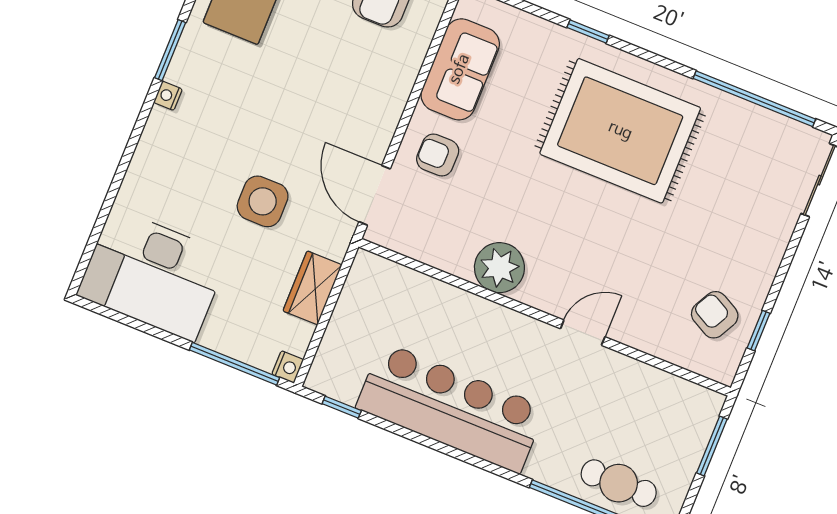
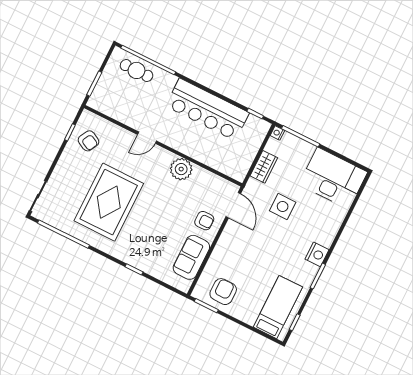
nightstand: (168, 96) -> (317, 254), width x1.89, depth x1.79
rug: (620, 131) -> (109, 202), moved, turned 90

